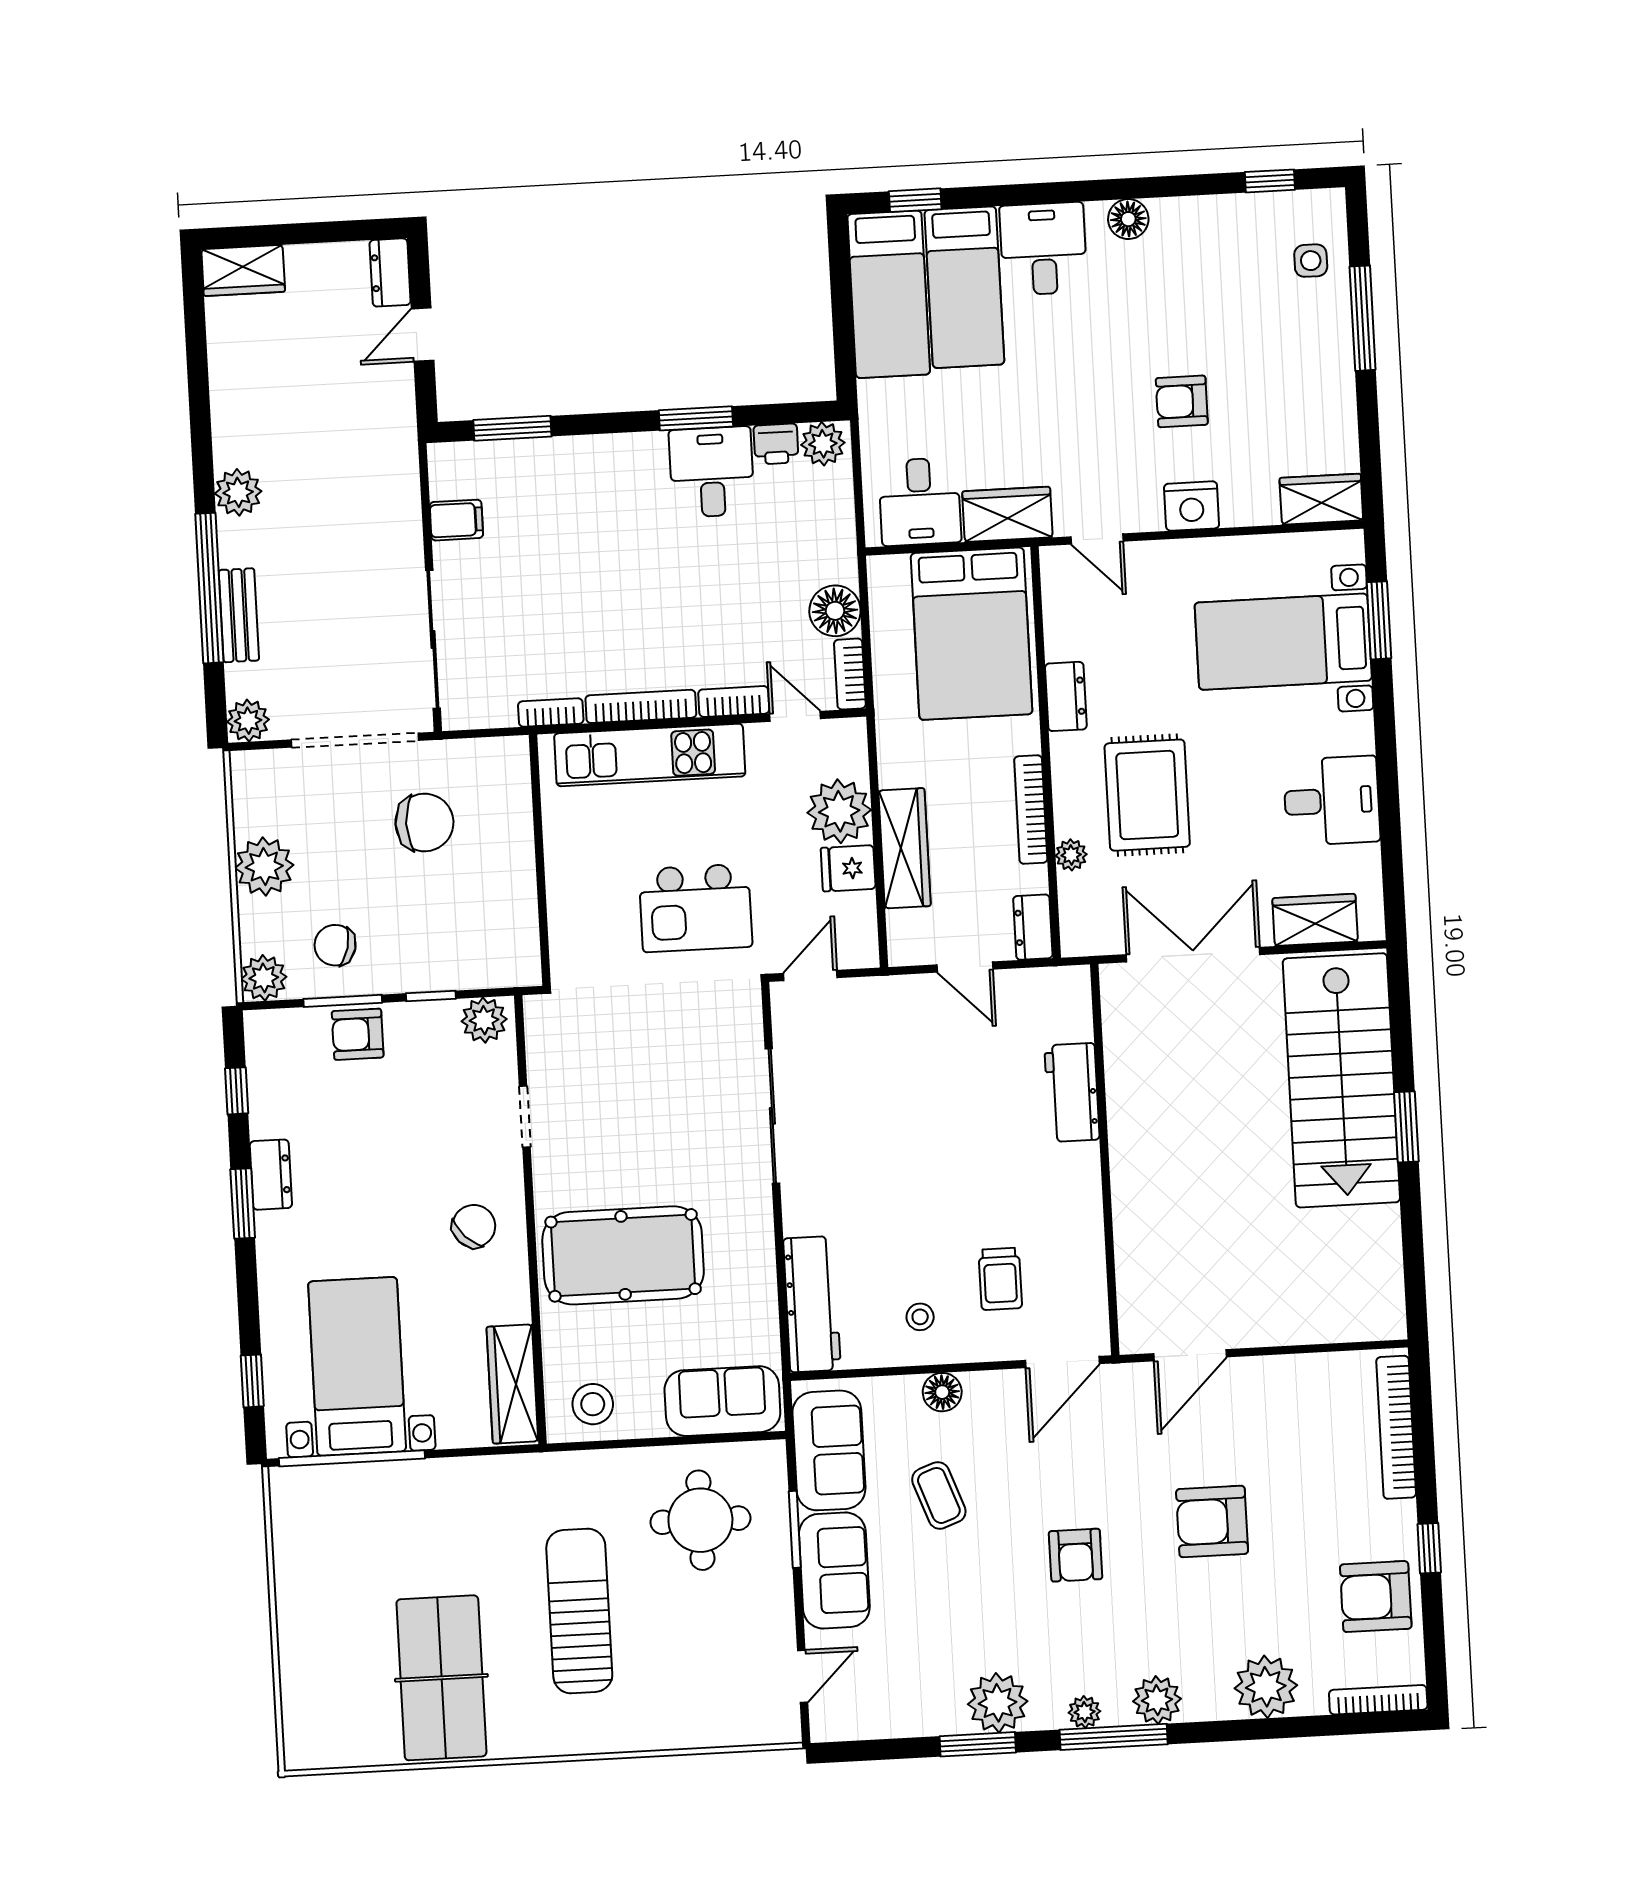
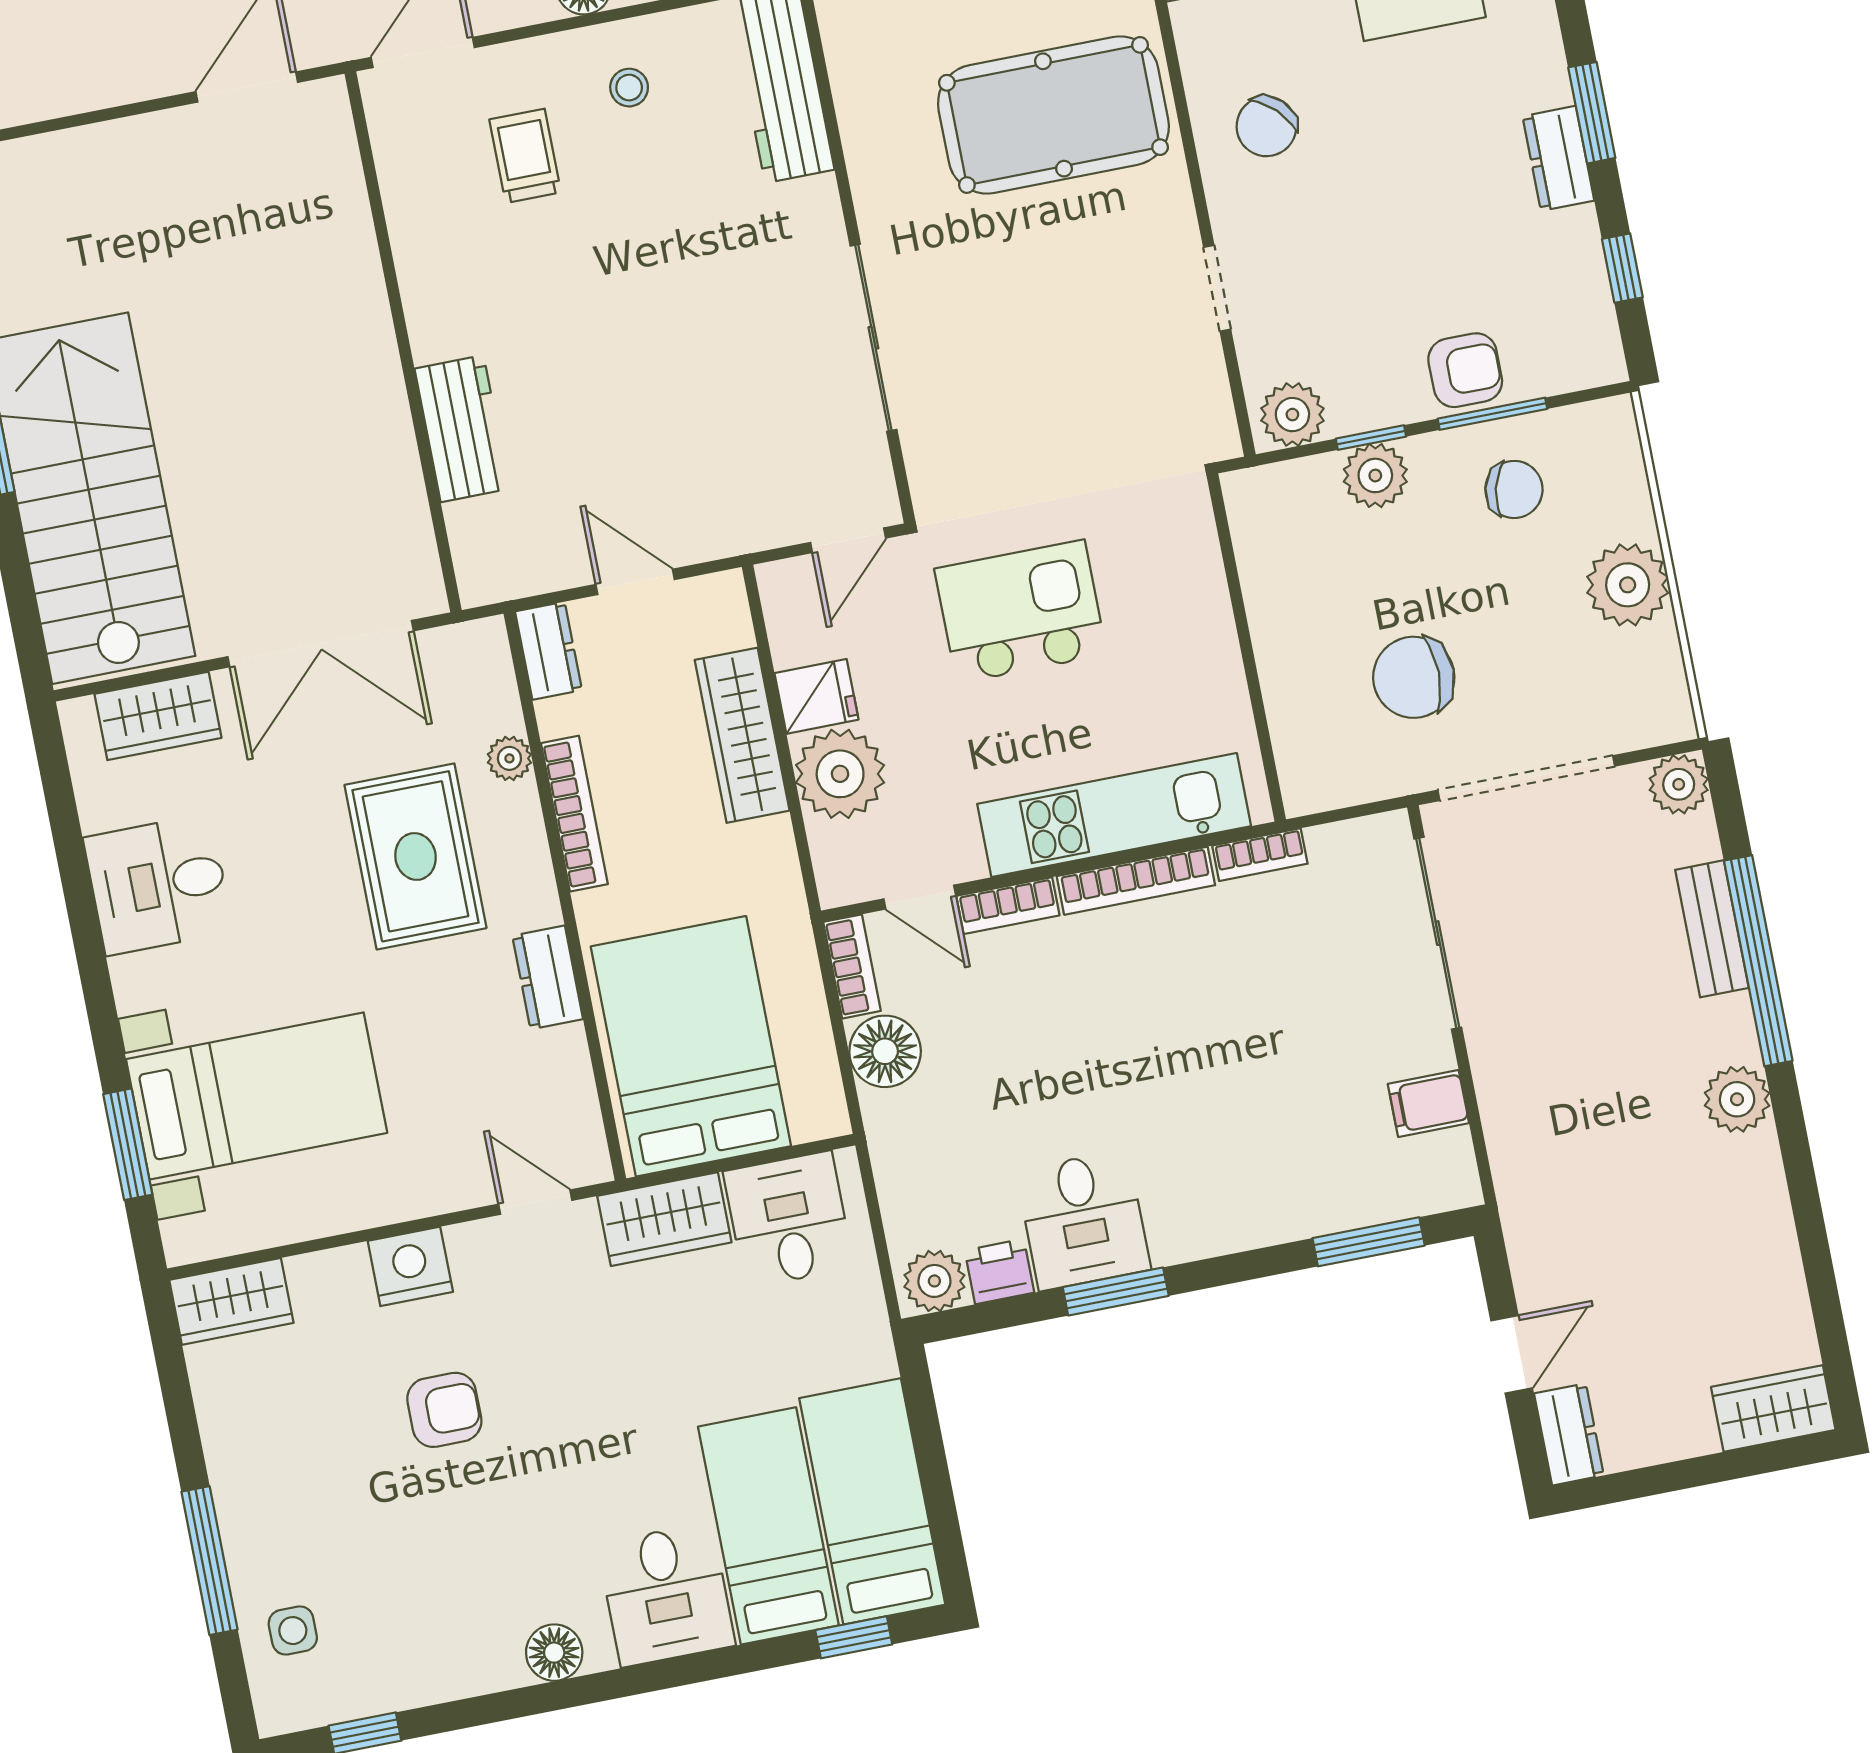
plant: (264, 978) -> (1375, 475), moved

